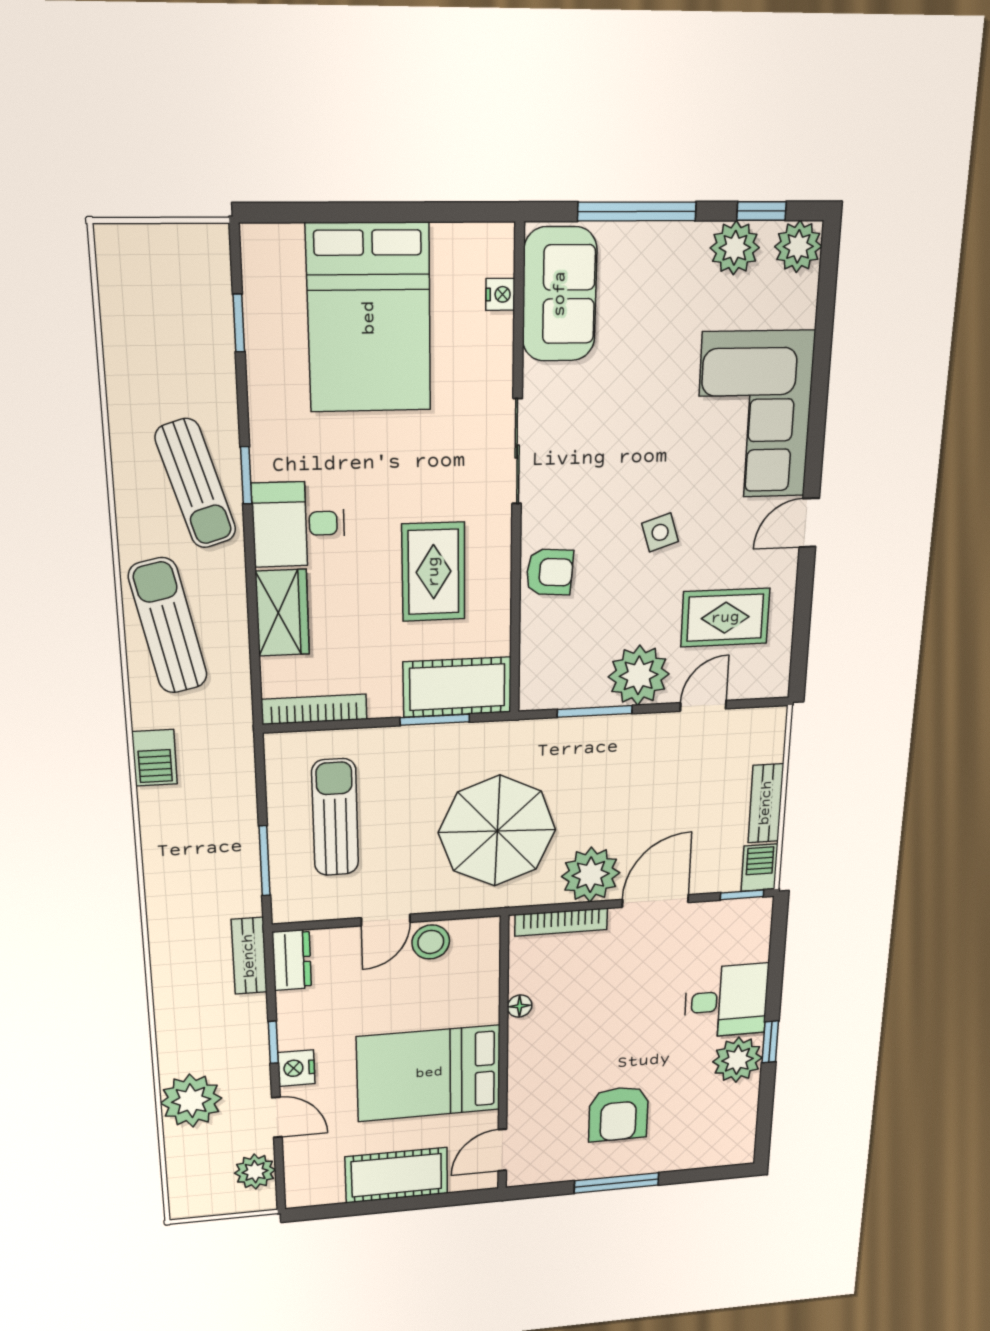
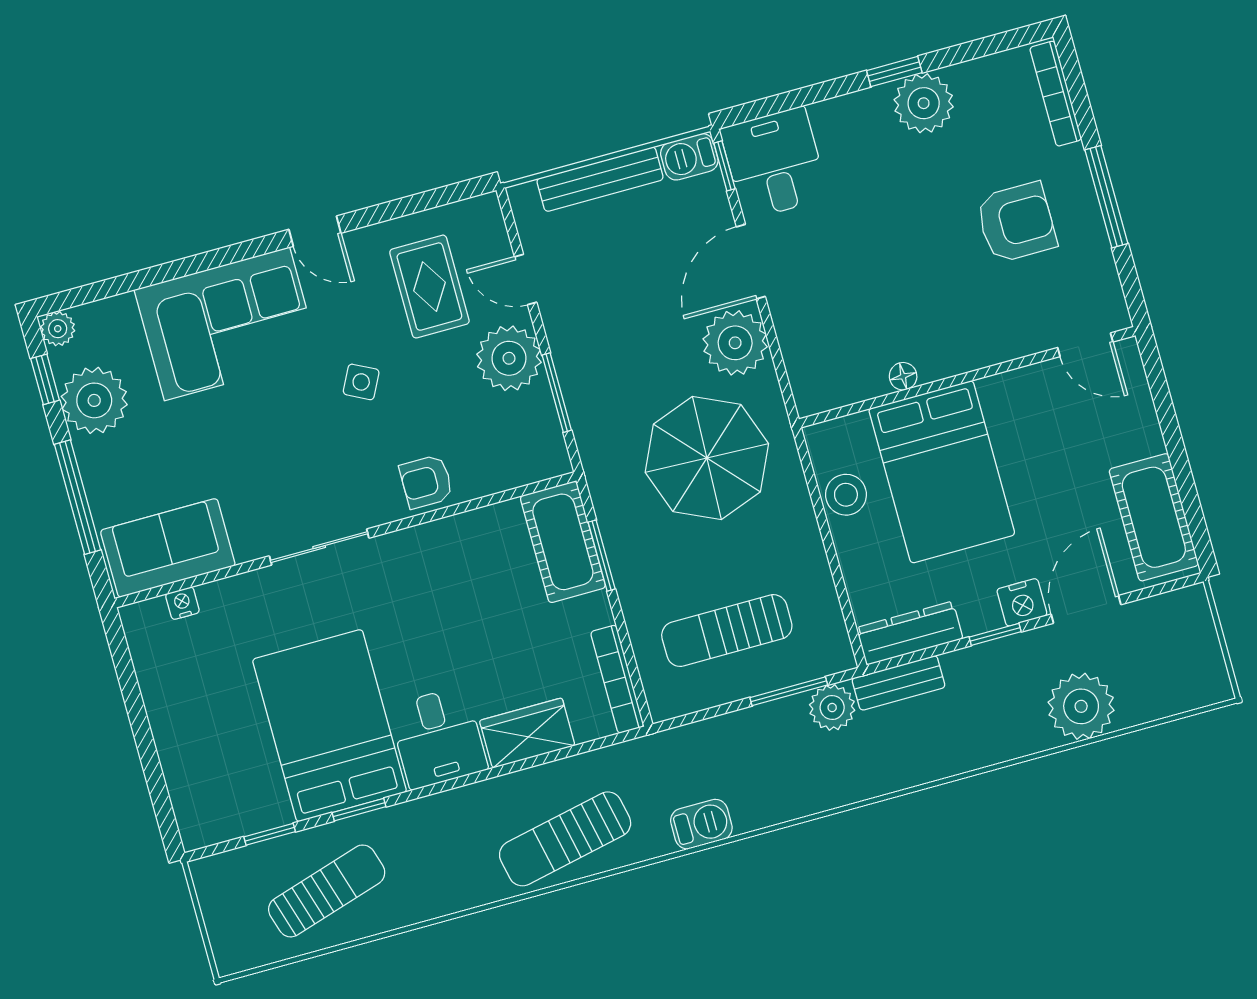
plant: (798, 247) -> (58, 329), width x0.73, depth x0.73
plant: (735, 248) -> (94, 400), width x1.36, depth x1.36
bed: (369, 318) -> (330, 726), moved, turned -90
window: (246, 475) -> (359, 810), moved
sun lounger: (196, 484) -> (327, 891), moved
side table: (660, 532) -> (361, 382), turned 45
rug: (434, 572) -> (453, 597), removed
armchair: (550, 572) -> (426, 482), turned -94
bench: (766, 803) -> (600, 179), width x1.36
door: (655, 901) -> (751, 262), hinge flipped
door: (386, 920) -> (830, 549), removed
bookcase: (561, 922) -> (1056, 94), moved, turned 180
dresser: (292, 960) -> (910, 633), width x1.44
desk: (726, 1001) -> (774, 163), moved
bed: (429, 1073) -> (942, 472), moved
door: (277, 1117) -> (1086, 609), width x1.37
plant: (255, 1172) -> (832, 708), moved
cot: (397, 1175) -> (1154, 517), moved

